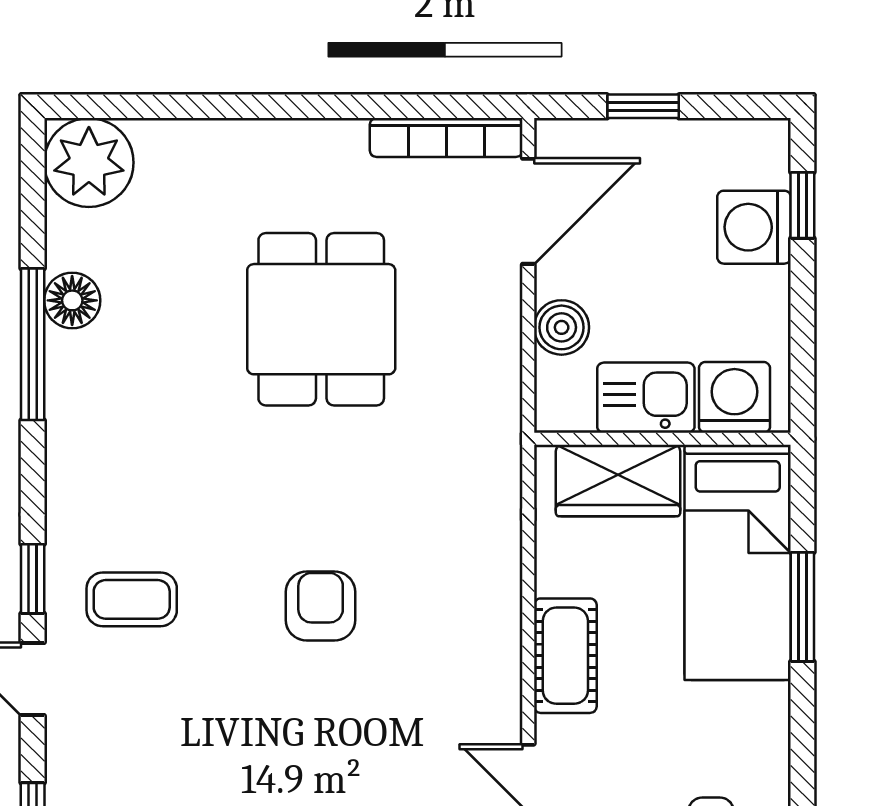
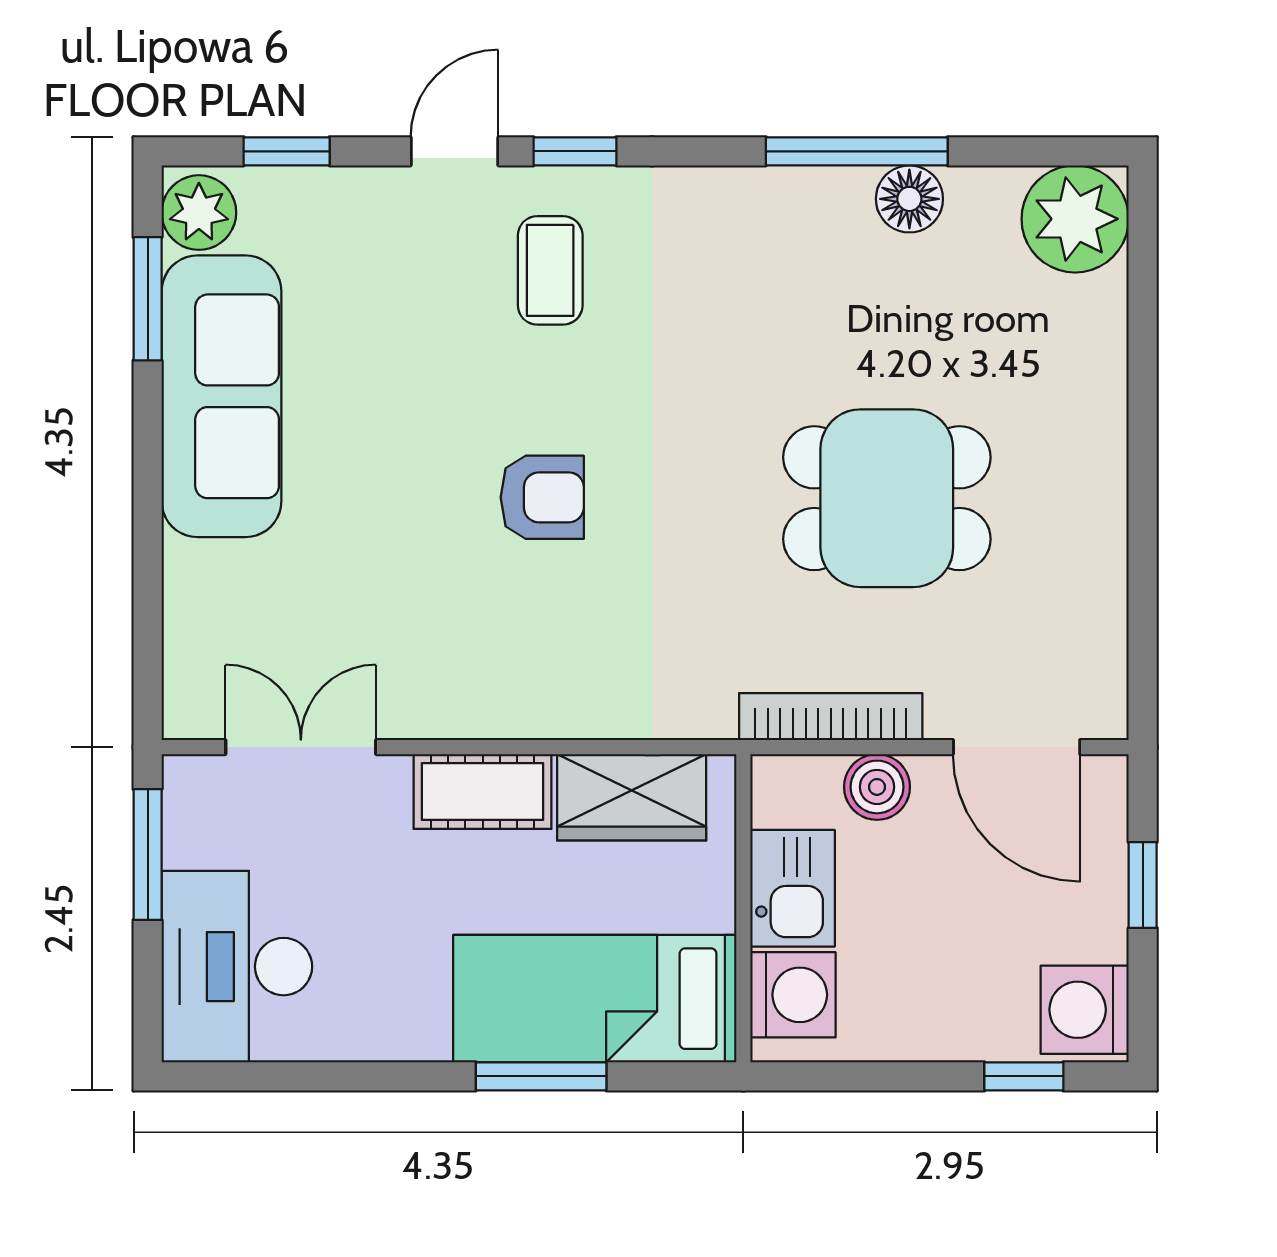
bookcase: (446, 137) -> (831, 717), moved, turned 90
washing machine: (754, 227) -> (1085, 1010), moved, turned -90
wardrobe: (618, 481) -> (632, 797), moved, turned -90

